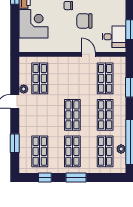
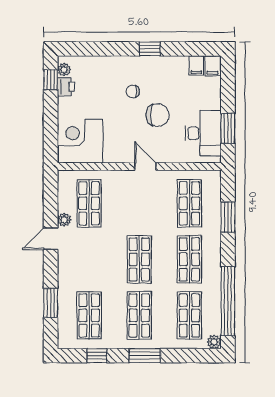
chair: (84, 21) -> (158, 115), turned 180
corner desk: (34, 24) -> (81, 141), moved, turned -90
desk: (114, 37) -> (203, 133), width x1.37
door: (88, 54) -> (145, 166), moved
plant: (121, 149) -> (214, 342), moved

